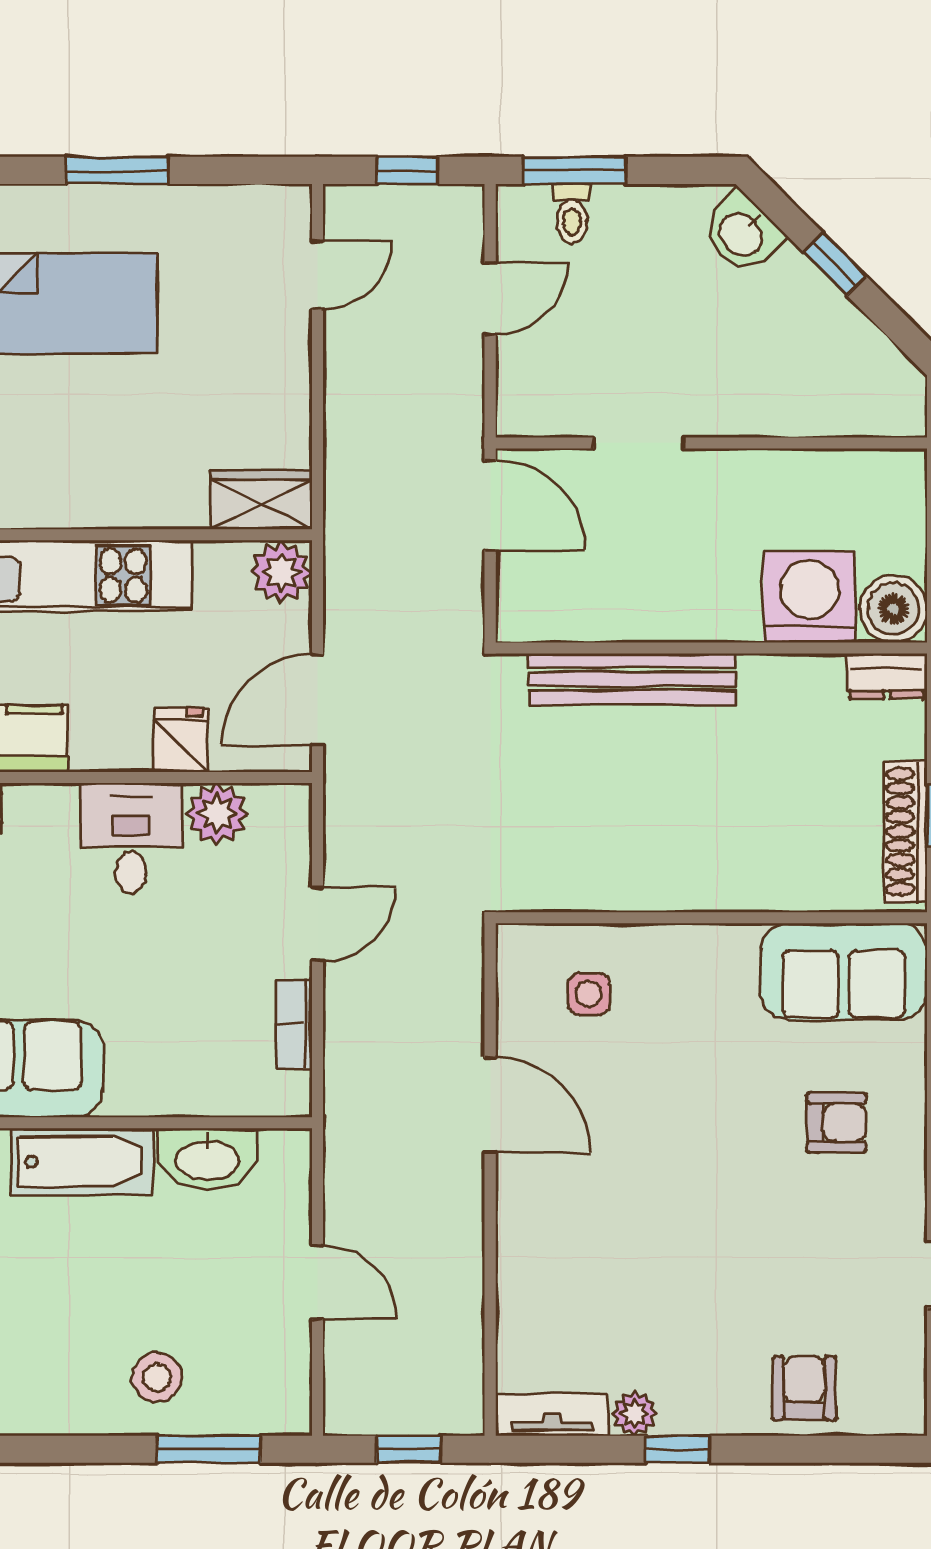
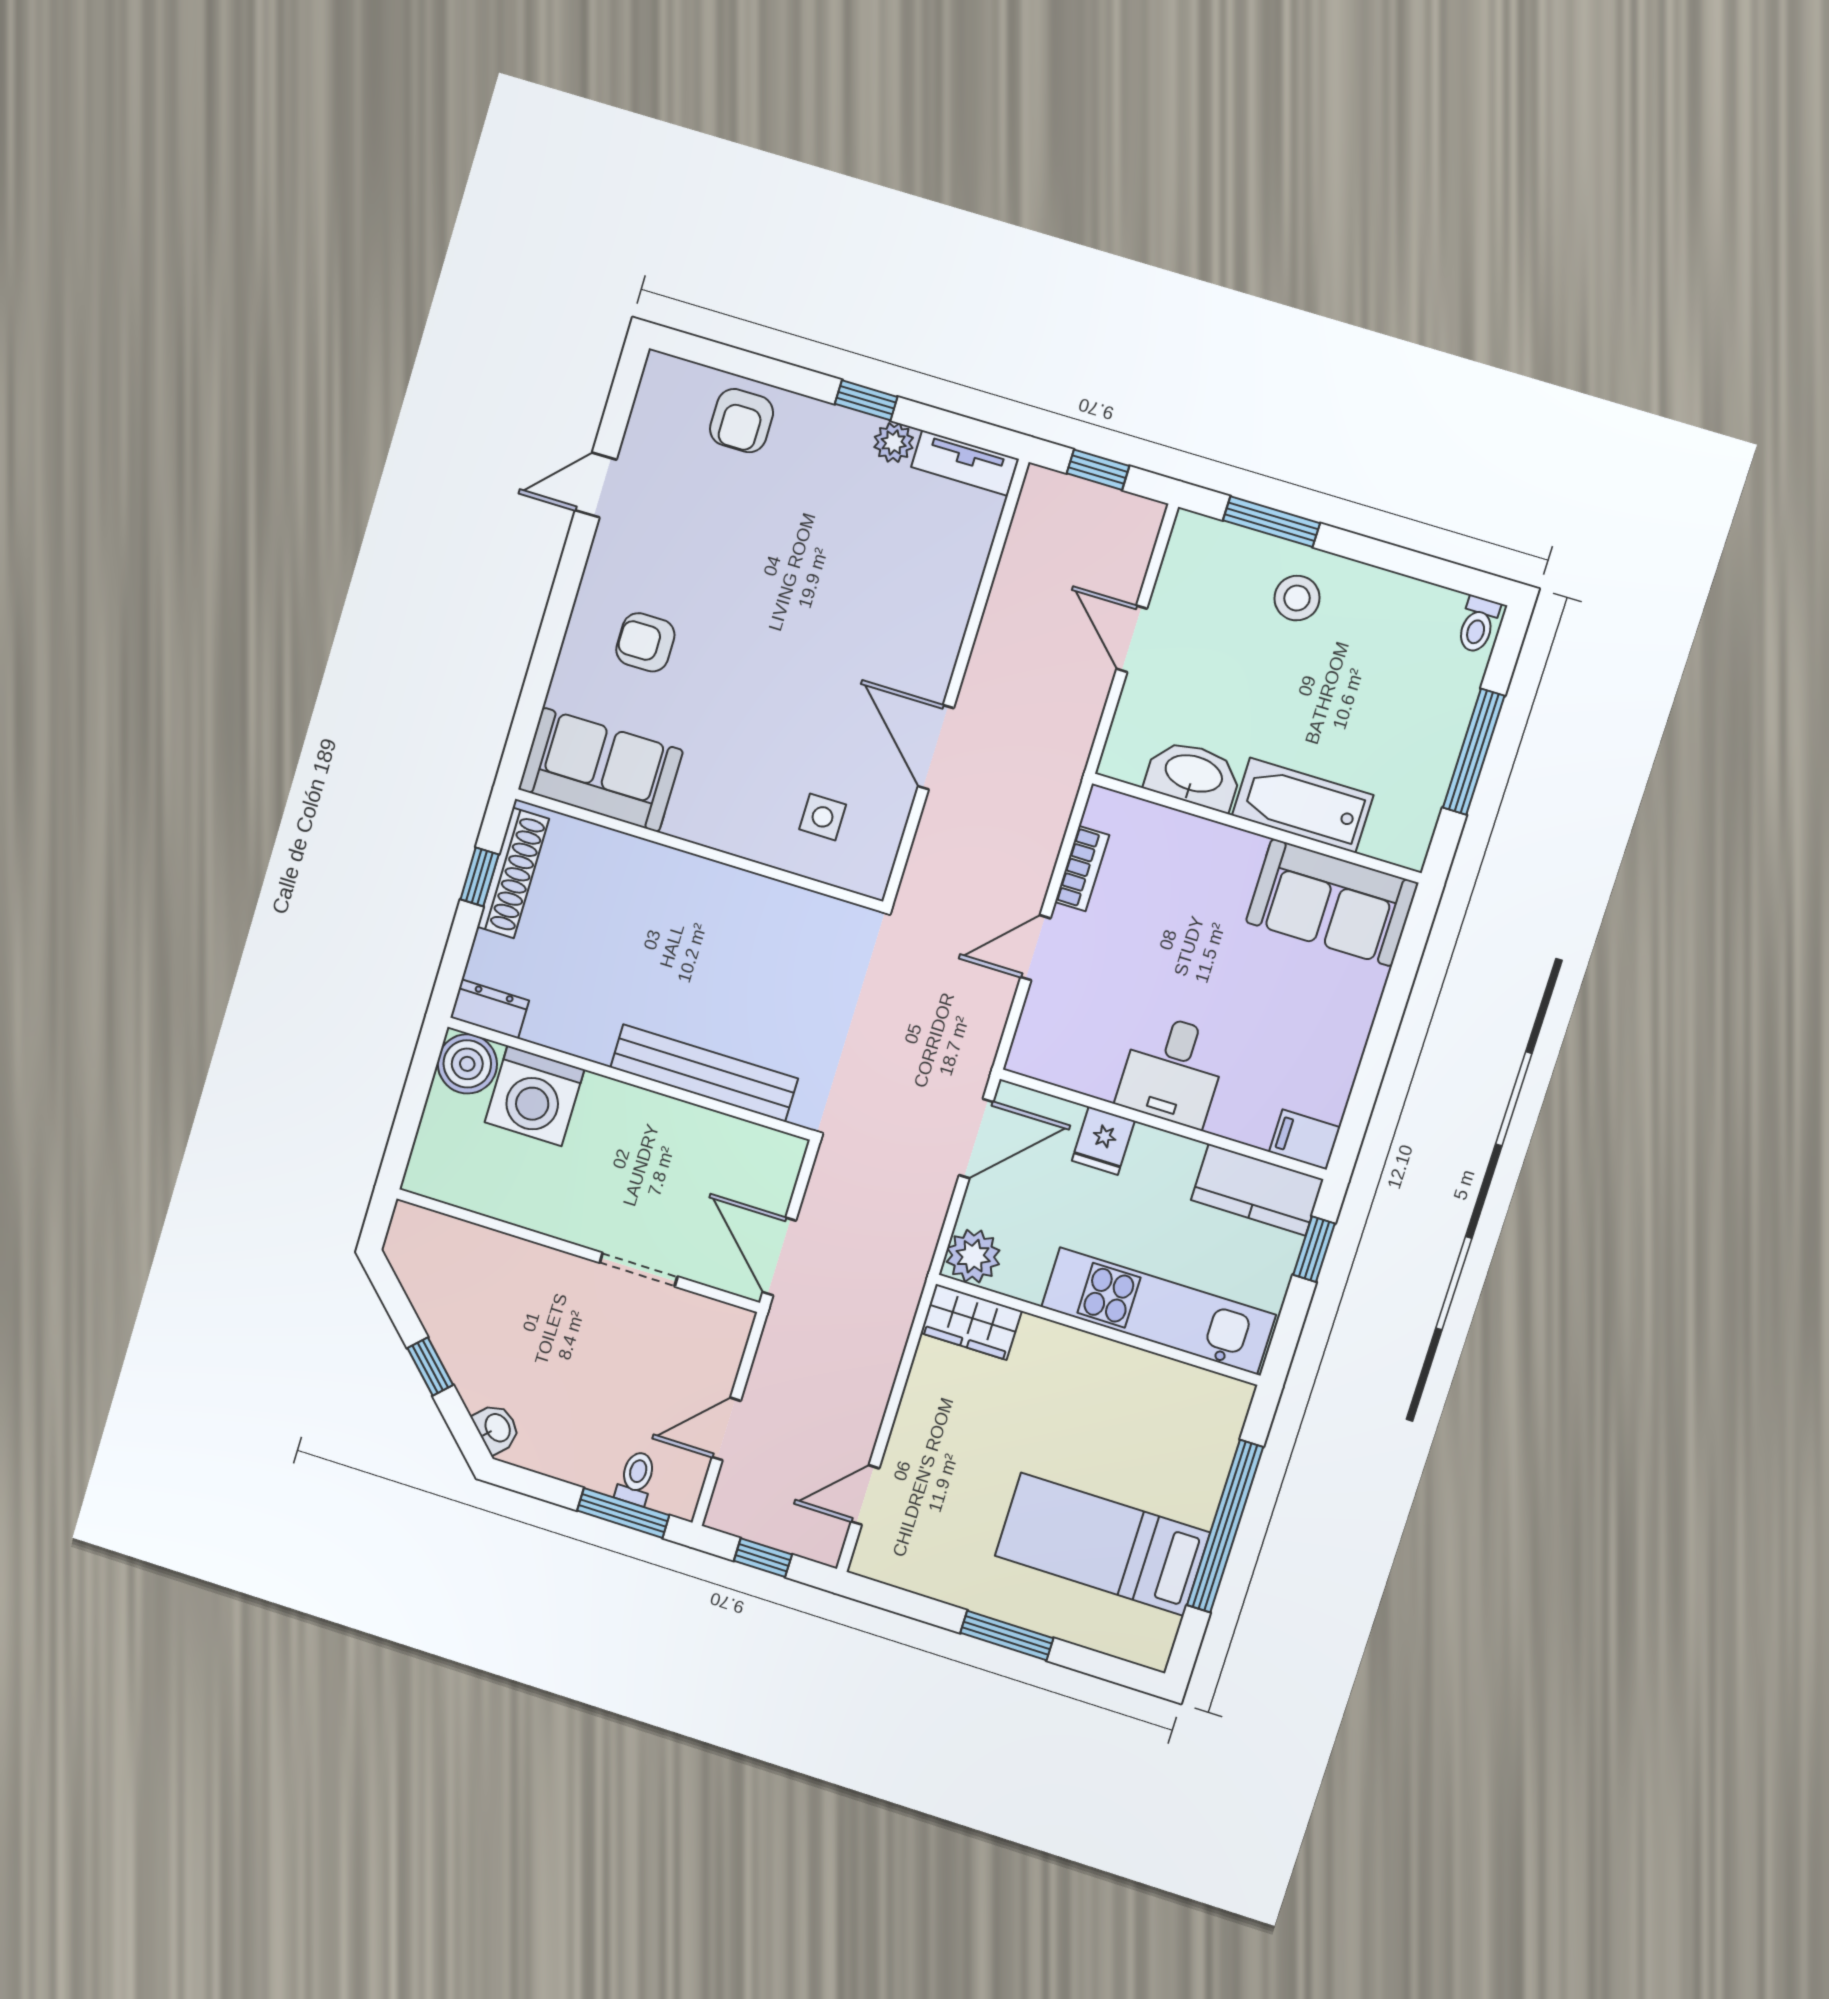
washbasin: (742, 233) -> (497, 1428), width x0.72, depth x0.69
plant: (217, 814) -> (1092, 1069), removed

